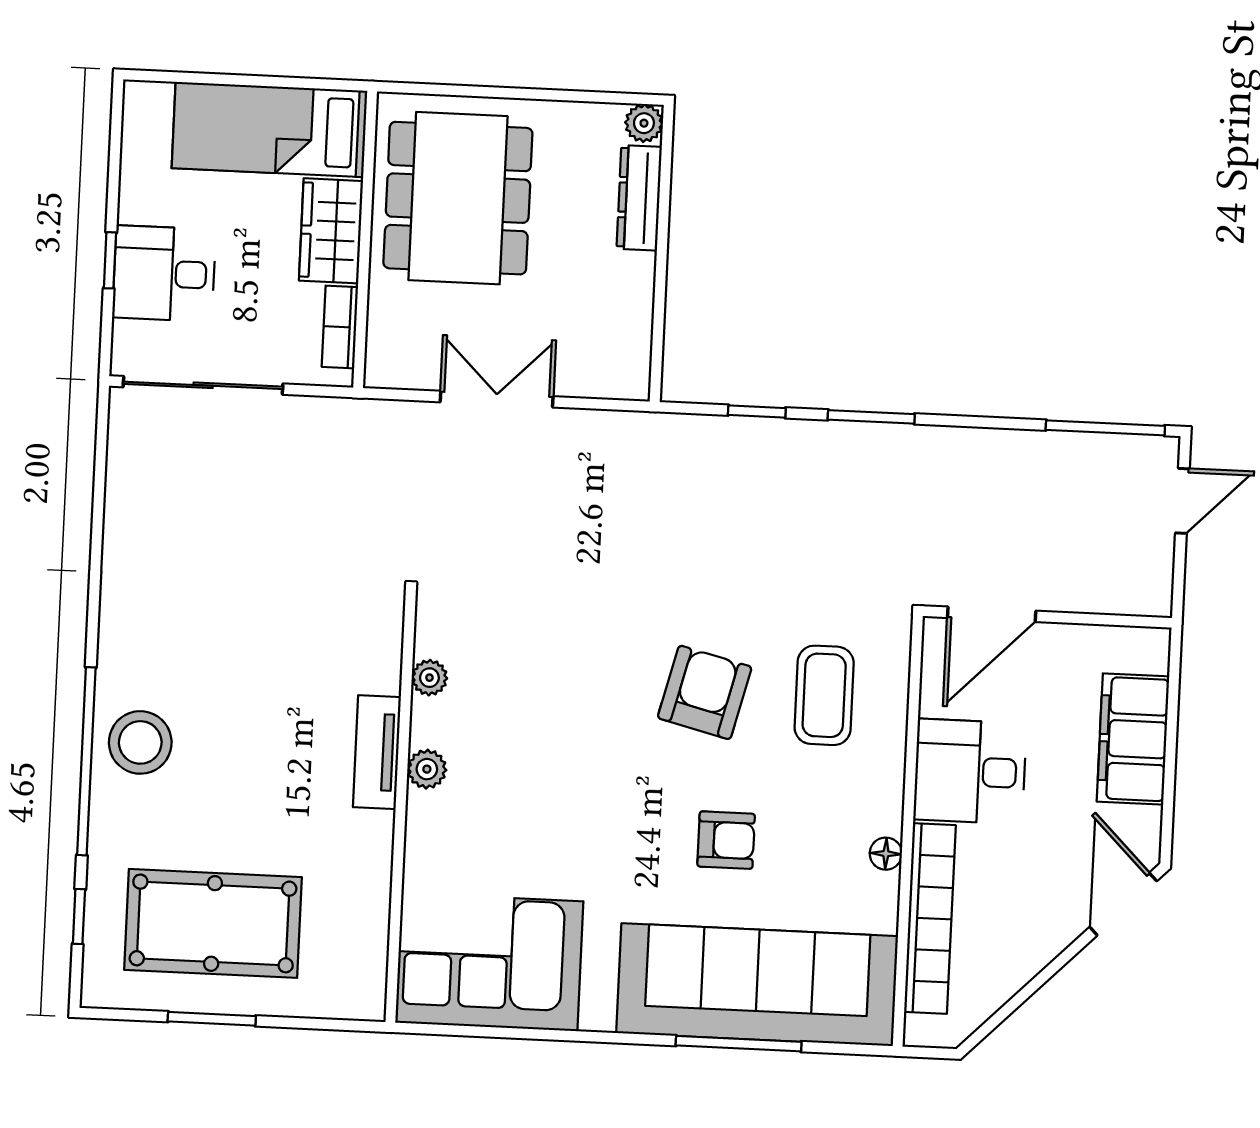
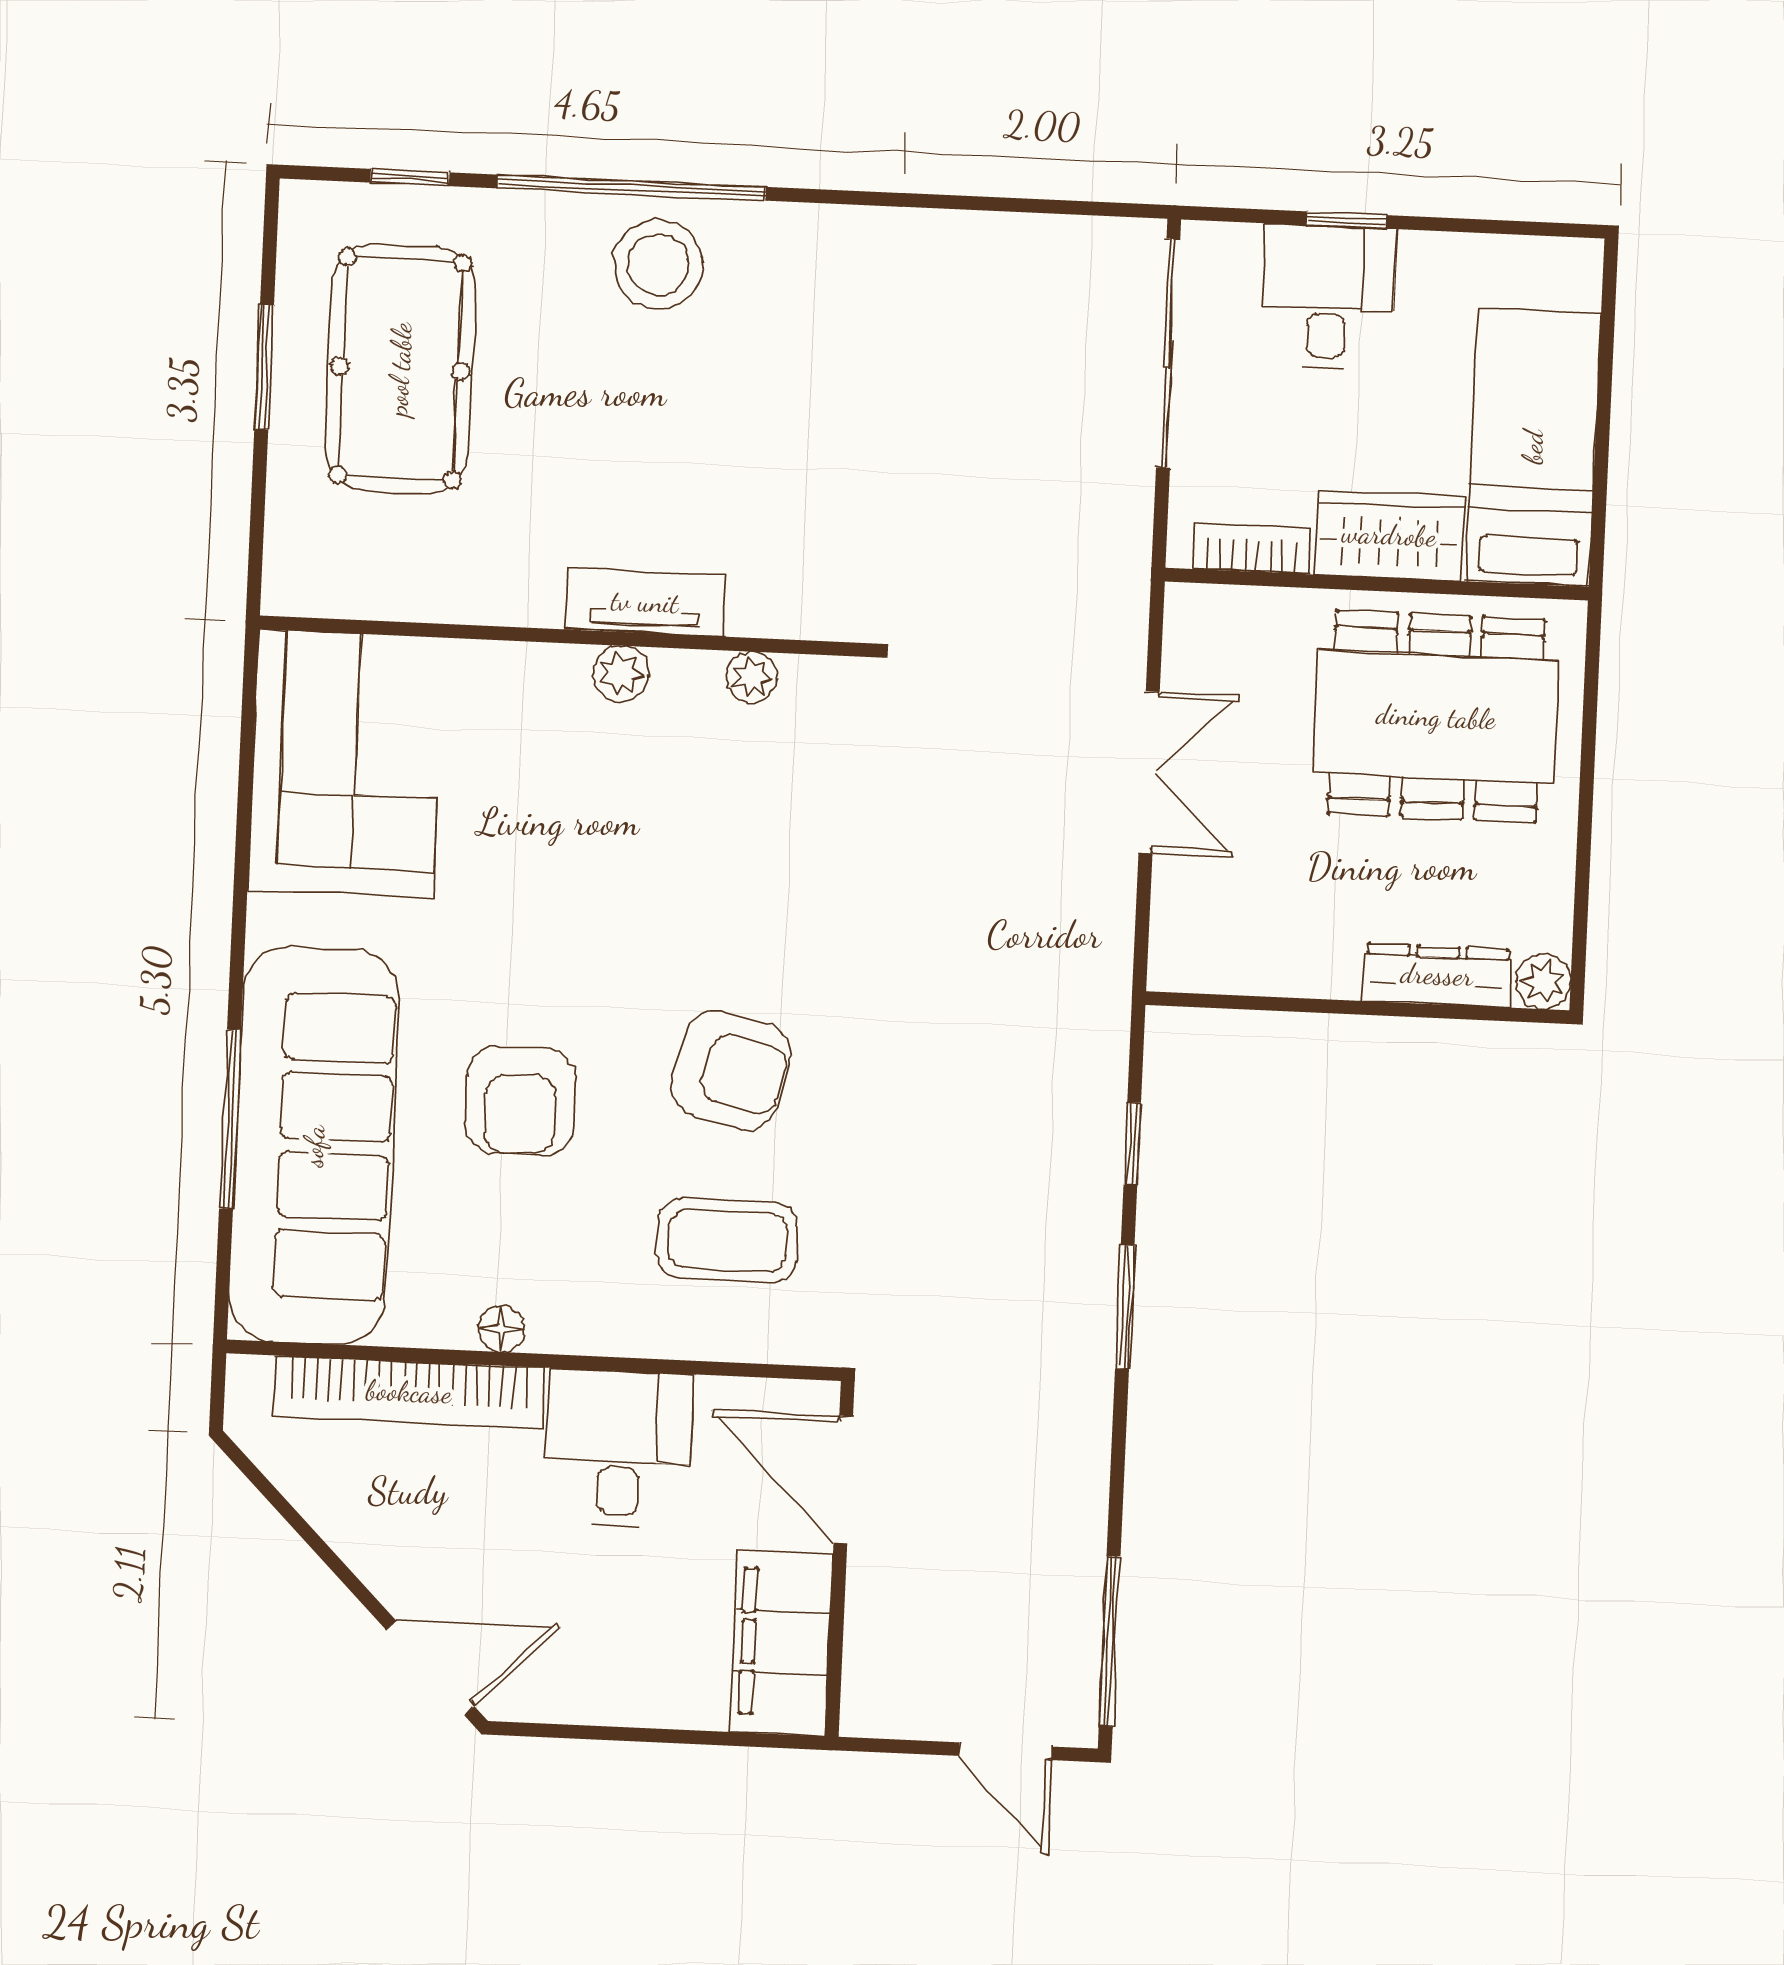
filing cabinet: (1133, 739) -> (781, 1643), moved, turned -90
armchair: (726, 840) -> (520, 1101), width x1.38, depth x1.38

